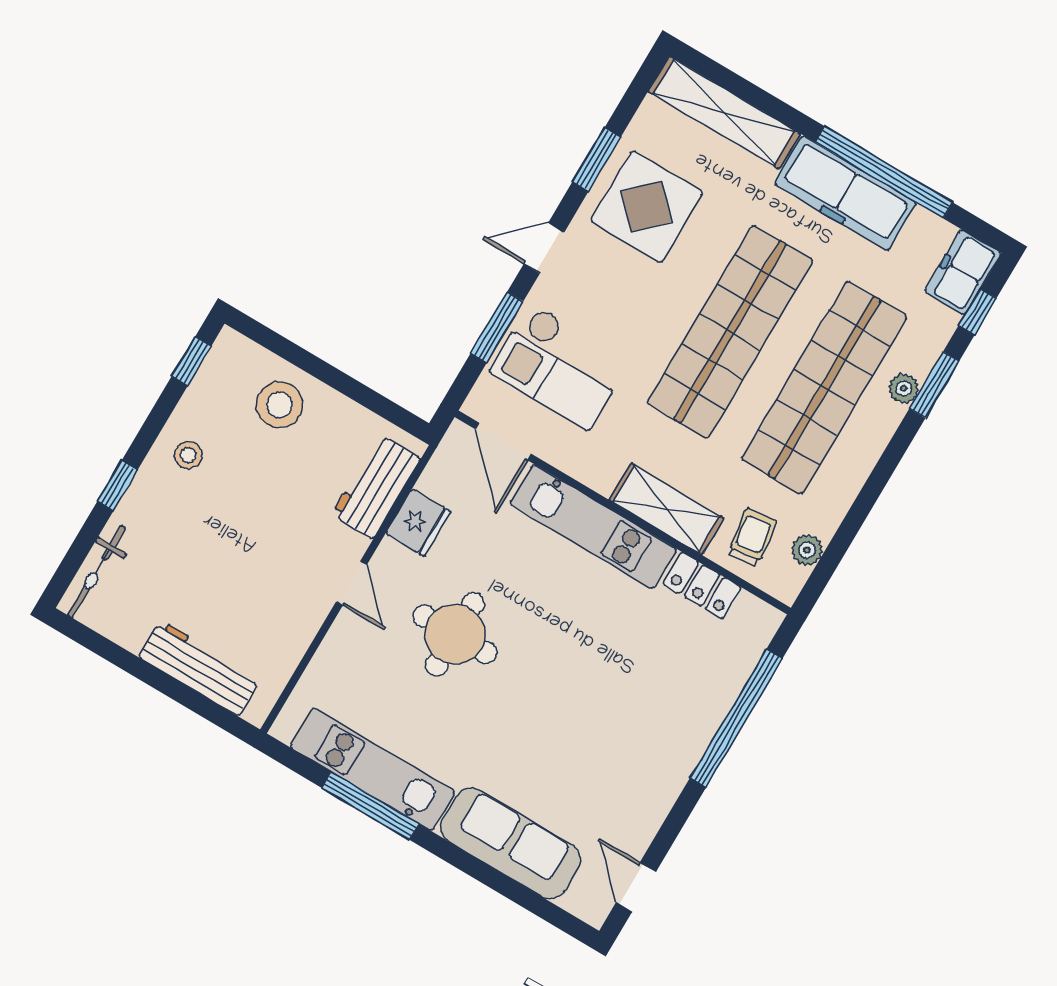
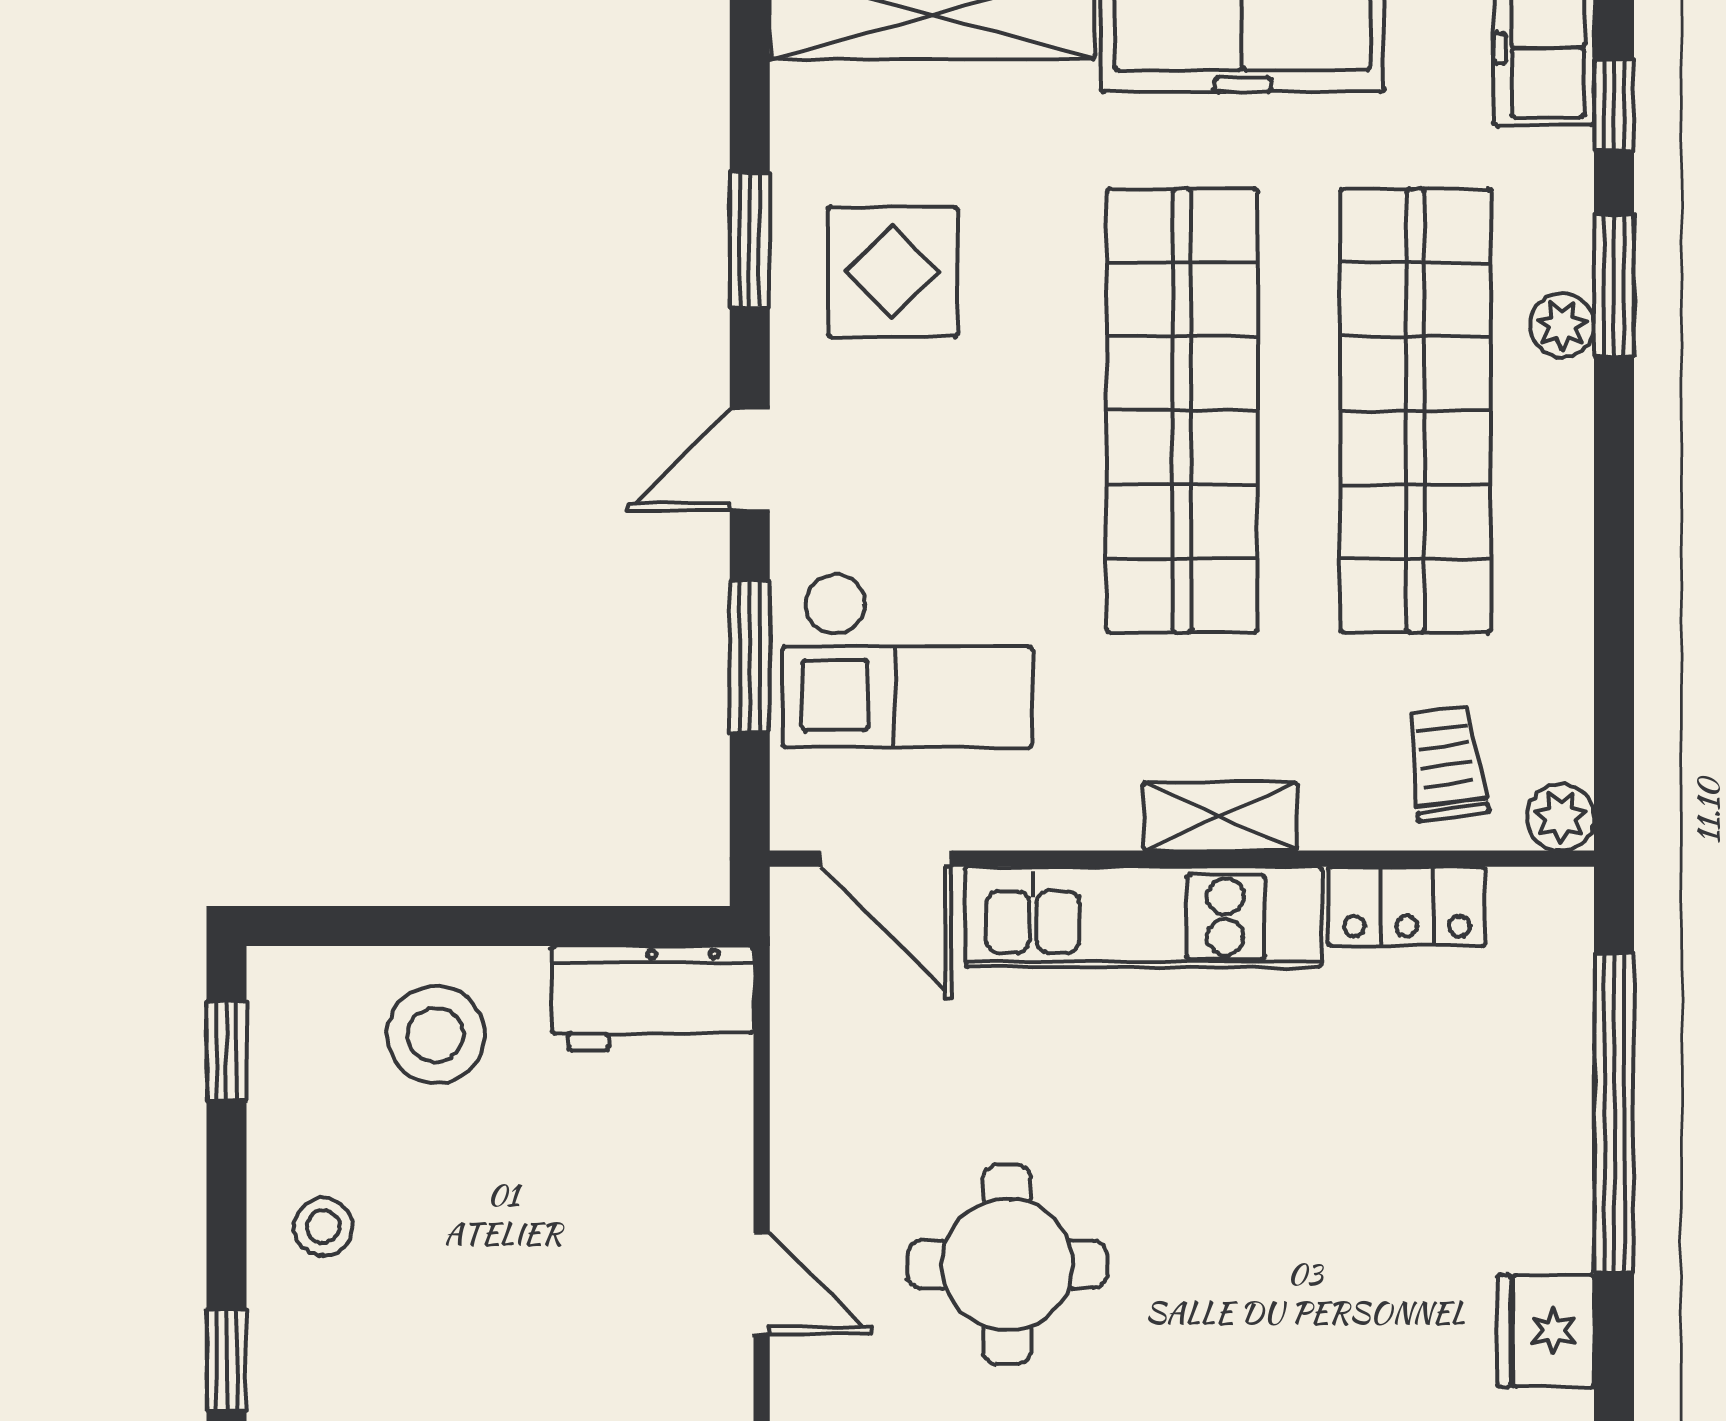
display table: (647, 207) -> (893, 272), width x0.73, depth x0.73
workbench: (376, 487) -> (653, 998), moved, turned -90
shelving: (666, 509) -> (1220, 816), width x0.67, depth x0.75
fridge: (418, 523) -> (1546, 1331), moved, turned 180
plant: (807, 550) -> (1561, 817), moved

